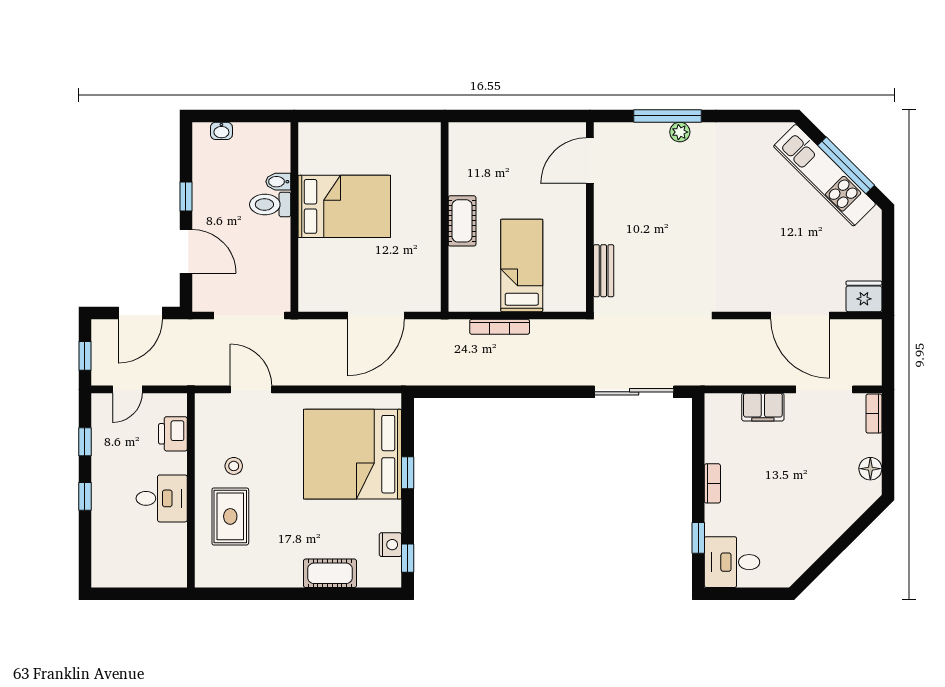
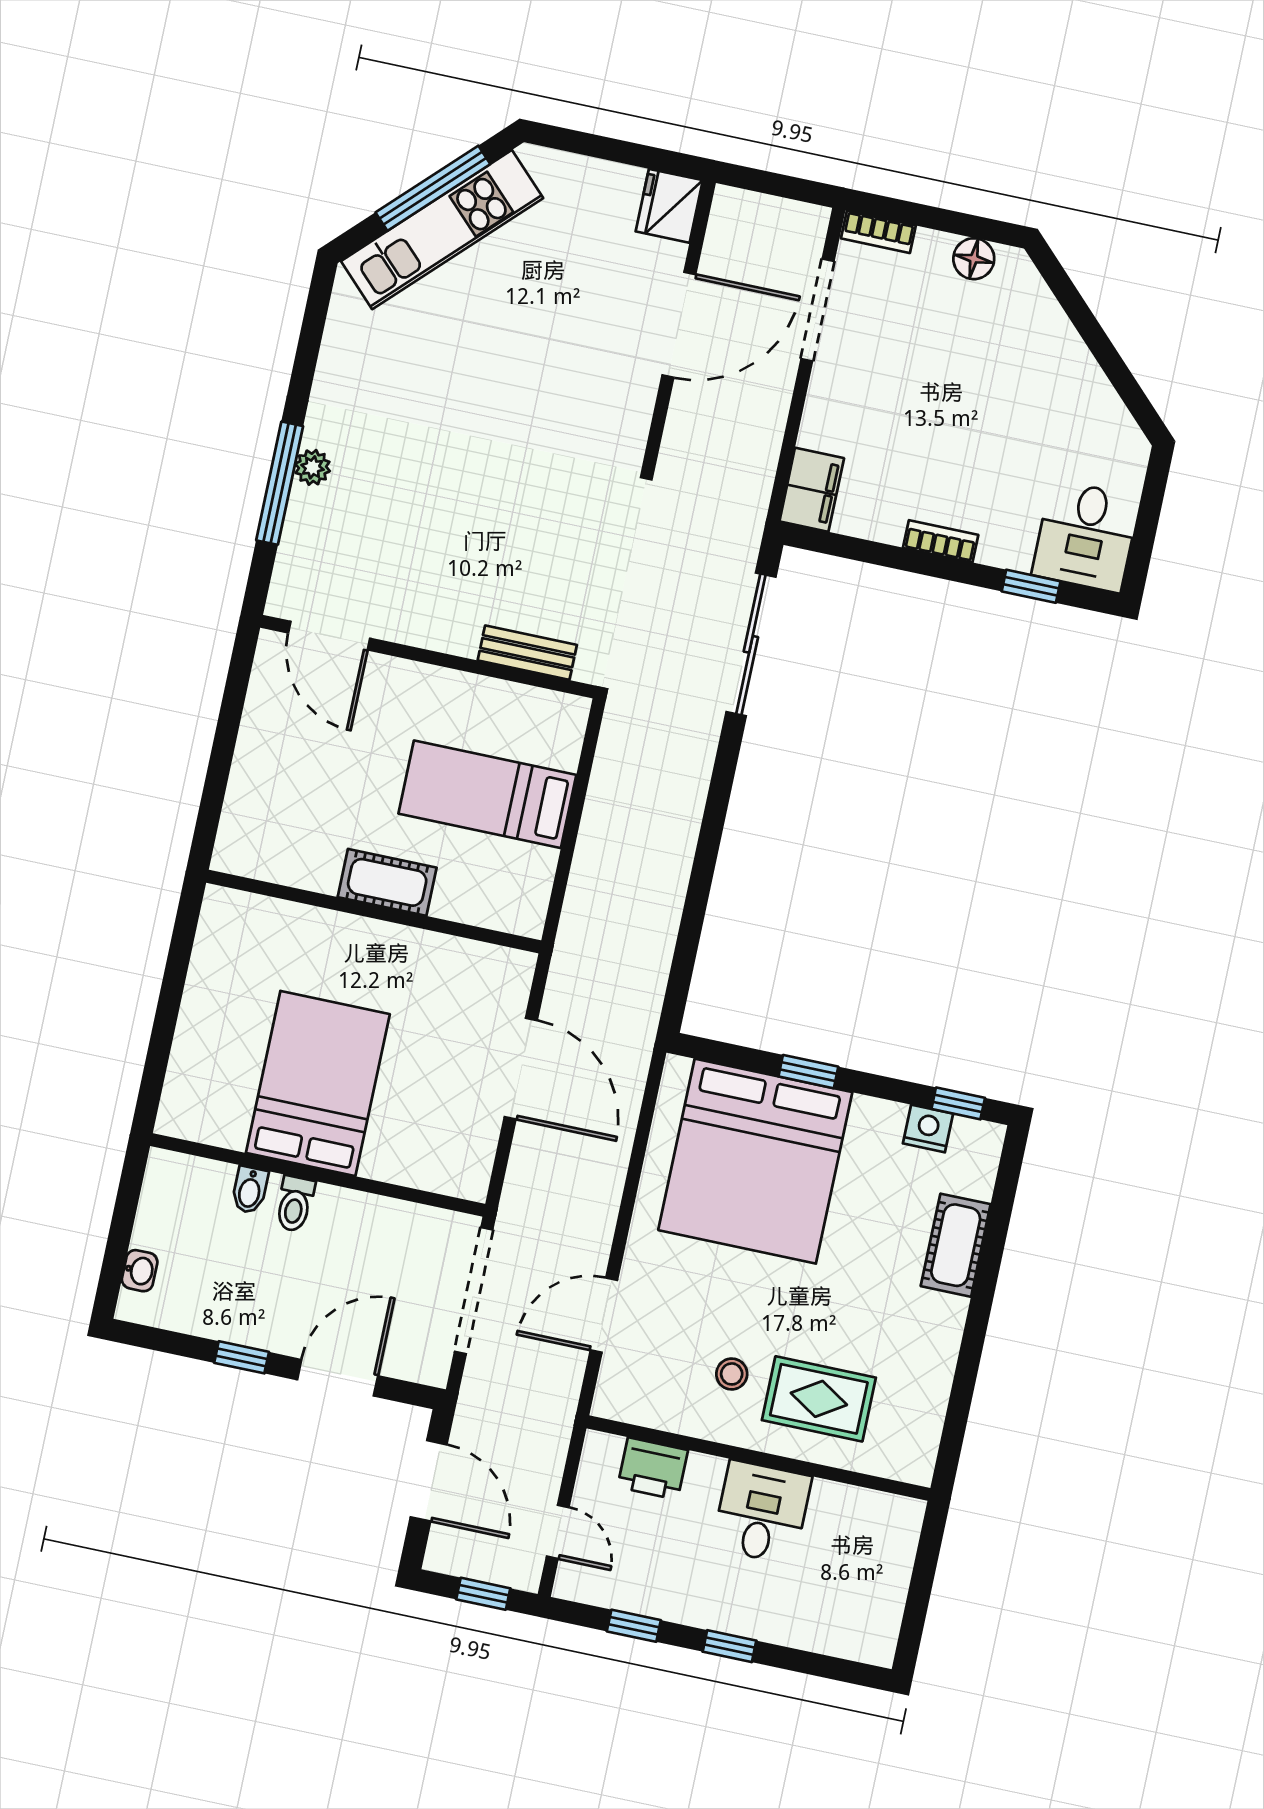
toilet: (270, 204) -> (295, 1204), width x0.73, depth x0.72
bookcase: (500, 327) -> (587, 856), removed
filing cabinet: (763, 407) -> (812, 490), moved

